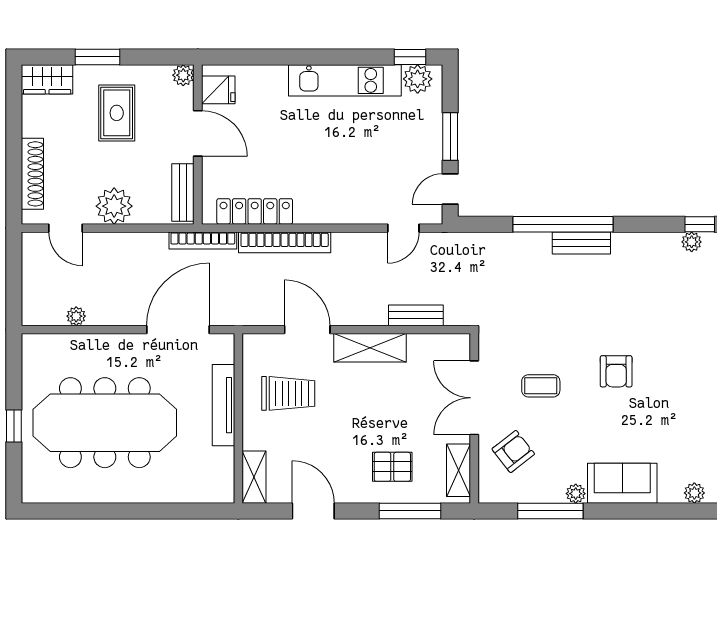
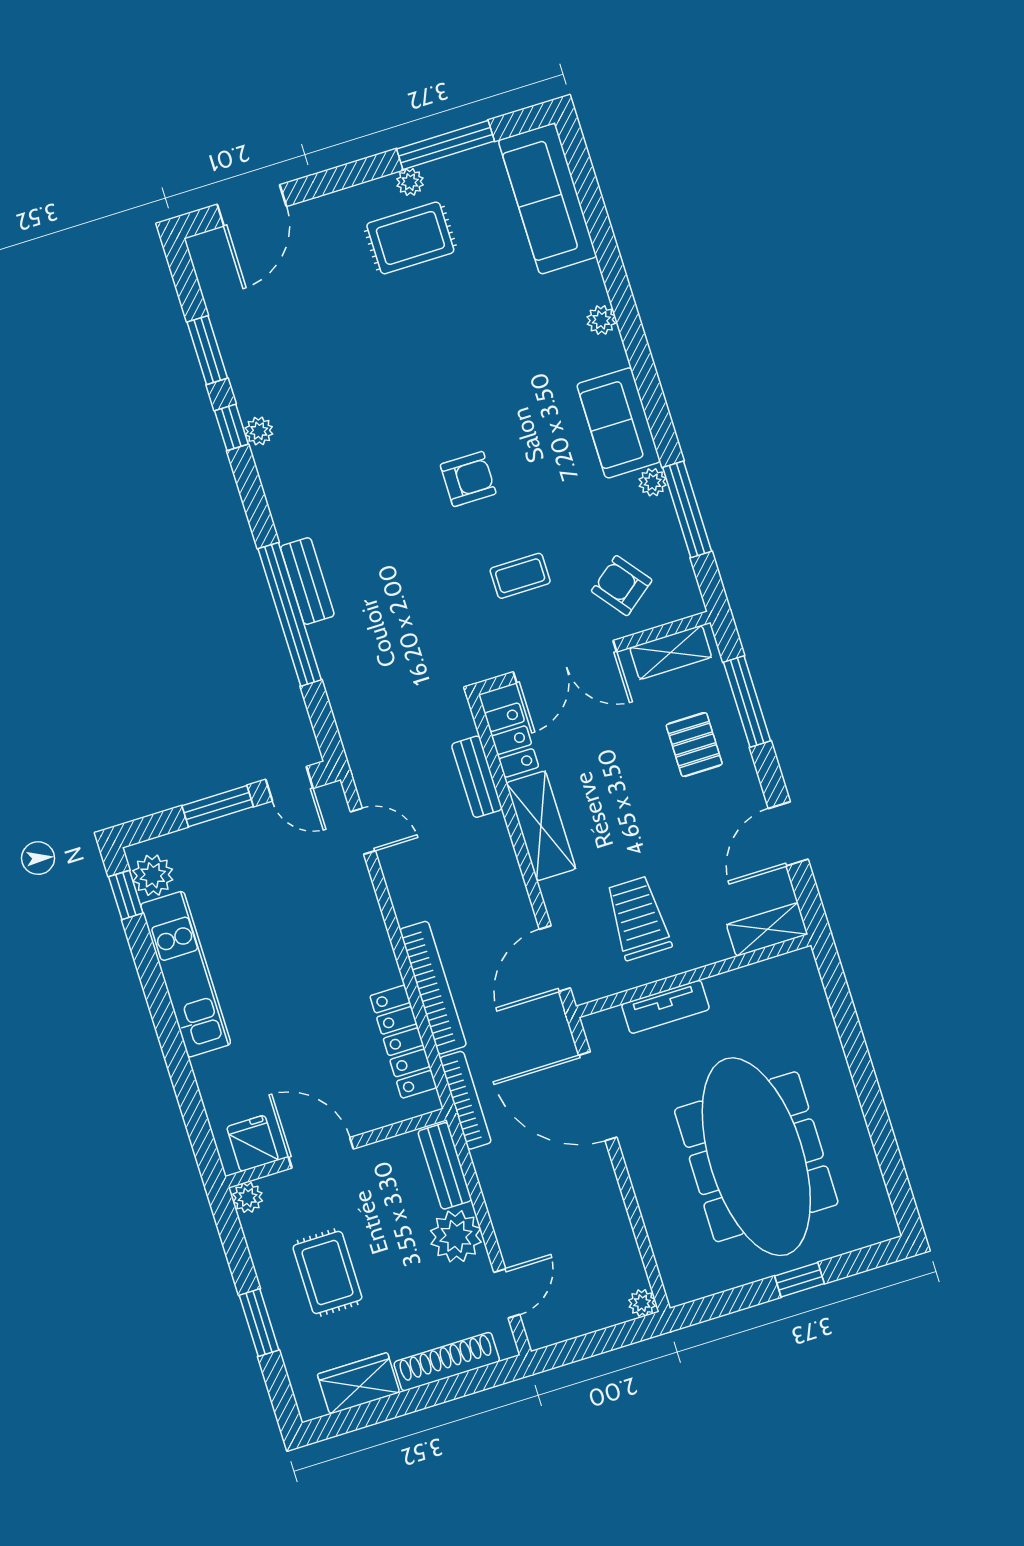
wardrobe: (47, 79) -> (359, 1383), moved, turned -90
rug: (117, 113) -> (327, 1272), turned 90
door: (198, 133) -> (321, 1153), hinge flipped
bench: (183, 192) -> (445, 1166), moved, turned 90
plant: (76, 316) -> (642, 1303), moved
door: (307, 330) -> (555, 959), moved
locker: (433, 346) -> (512, 740), added
coffee table: (541, 386) -> (520, 576), turned 90
tv unit: (223, 405) -> (666, 1007), width x0.71

